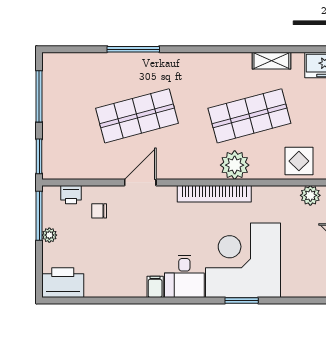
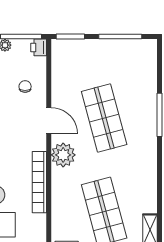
plant: (235, 165) -> (63, 155), moved
printer: (71, 195) -> (39, 47), moved

